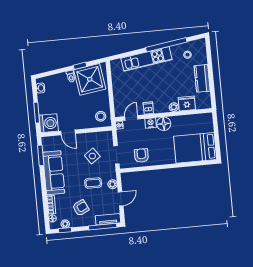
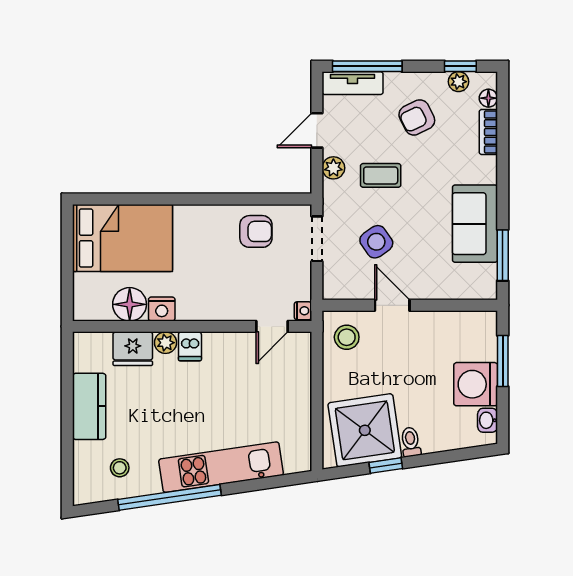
dishwasher: (148, 108) -> (190, 346), moved
washing machine: (49, 123) -> (476, 384), moved
nightstand: (151, 123) -> (162, 309), moved
floor lamp: (164, 124) -> (130, 304), moved
door: (68, 132) -> (392, 305), moved
armchair: (141, 156) -> (256, 231), turned -90
sofa: (54, 173) -> (475, 224), width x0.73

